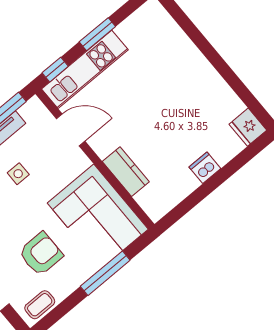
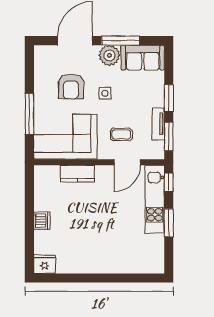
side table: (18, 174) -> (105, 93), moved
coffee table: (40, 305) -> (121, 134), moved, turned 90

